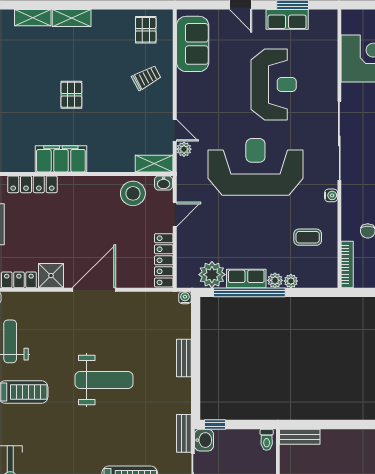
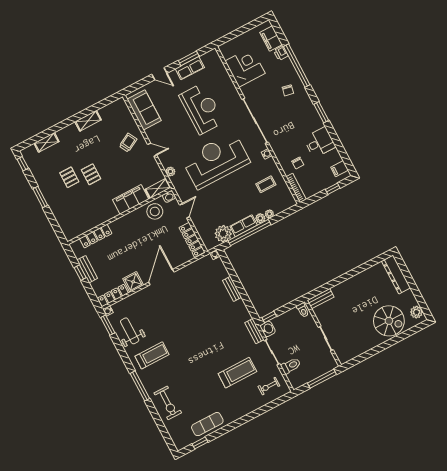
shelving: (72, 18) -> (88, 121), moved
pallet: (146, 30) -> (69, 177), moved
door: (175, 130) -> (152, 150), moved
filing cabinet: (61, 159) -> (131, 199), moved
weight bench: (104, 380) -> (194, 325), removed

